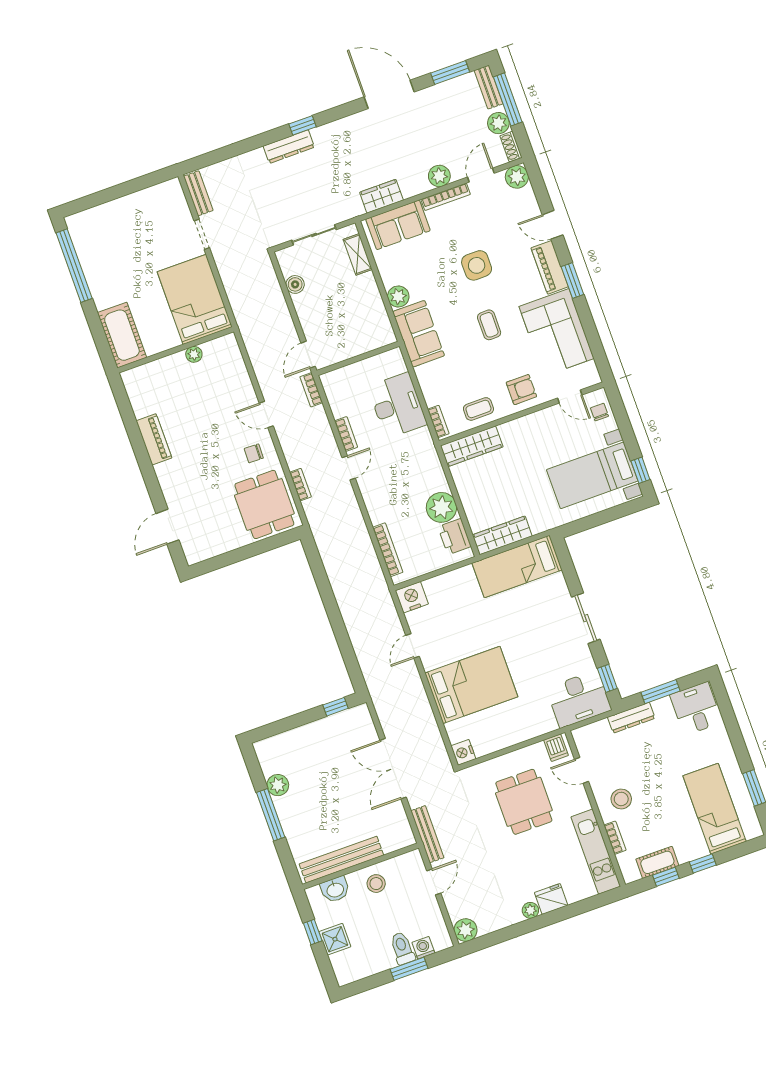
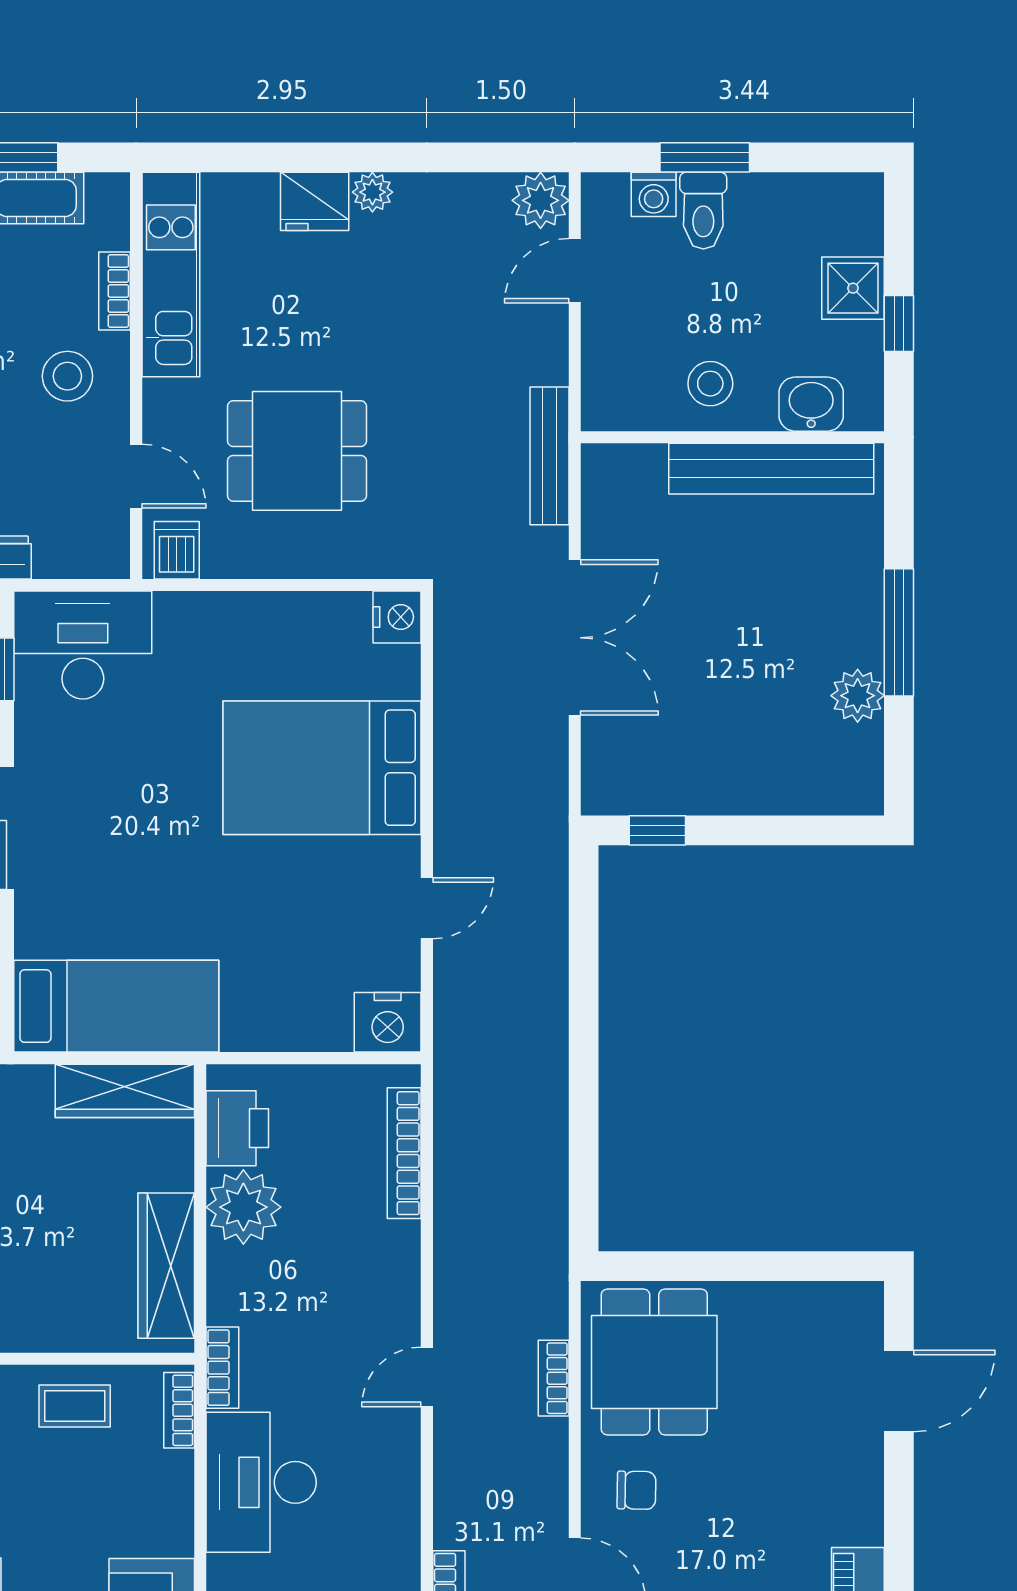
bookcase: (346, 434) -> (222, 1368), moved, turned 180
wardrobe: (472, 446) -> (166, 1266), moved, turned -90
dining table: (524, 802) -> (297, 451), turned 90
door: (434, 882) -> (575, 271), moved

